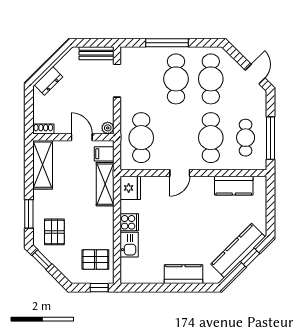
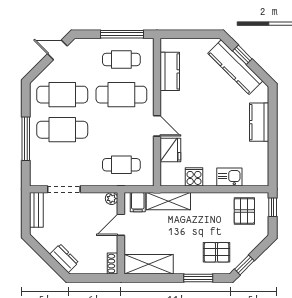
cafe table: (141, 138) -> (121, 165), width x0.73, depth x0.74
fridge: (130, 188) -> (170, 150), moved, turned 90
cooker: (129, 222) -> (194, 177), moved

